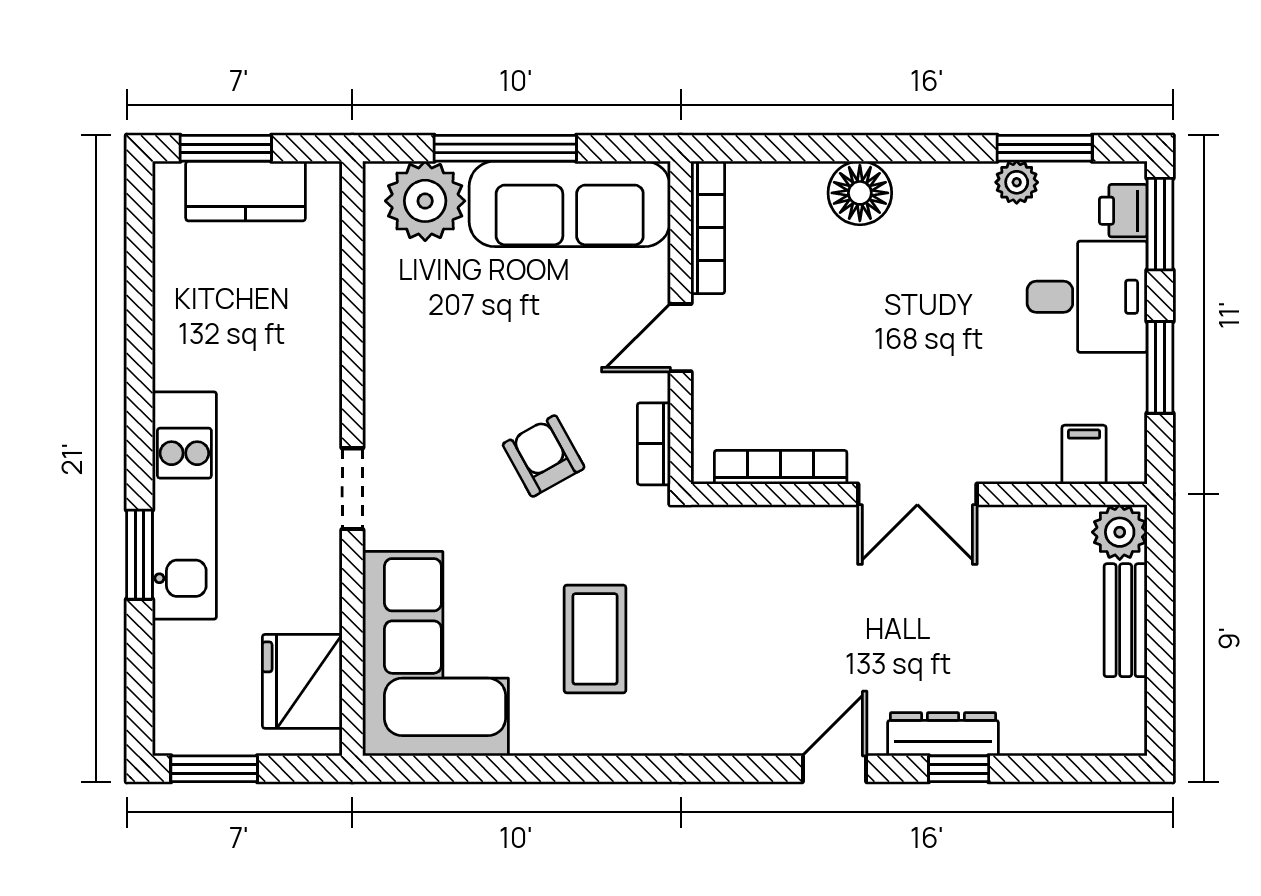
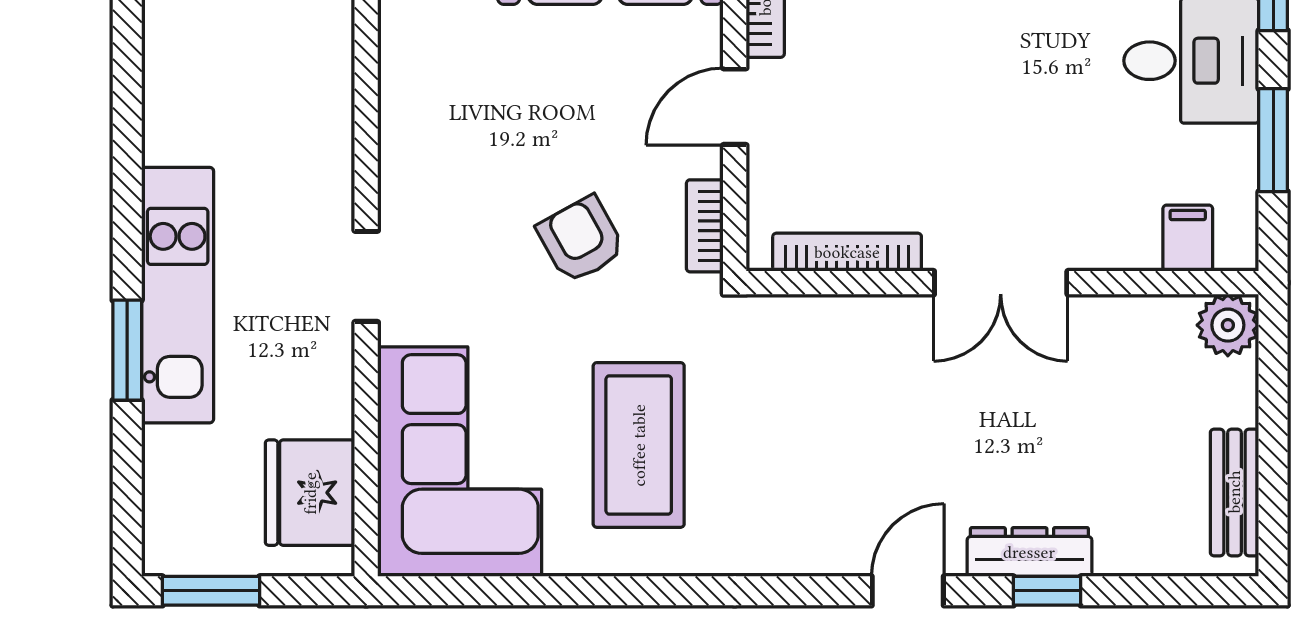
bench: (1126, 620) -> (1234, 492), moved
coffee table: (595, 639) -> (639, 445), width x1.36, depth x1.32

